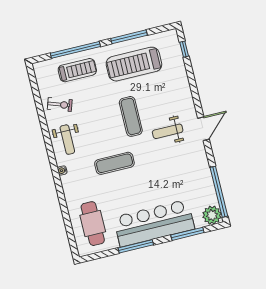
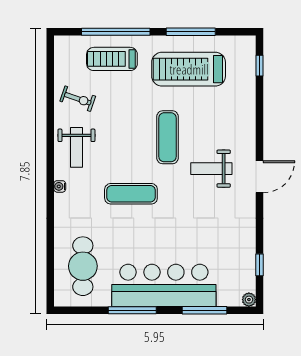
treadmill: (77, 70) -> (112, 59), turned 180
window: (219, 192) -> (260, 265), width x0.32
plant: (212, 215) -> (249, 300), width x0.53, depth x0.53

